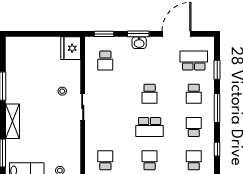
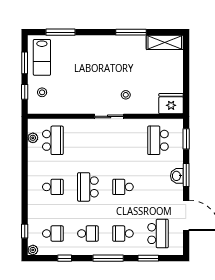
school desk: (105, 61) -> (158, 140), width x1.85
shelving: (12, 121) -> (165, 42), moved
school desk: (105, 160) -> (53, 140), width x1.85

